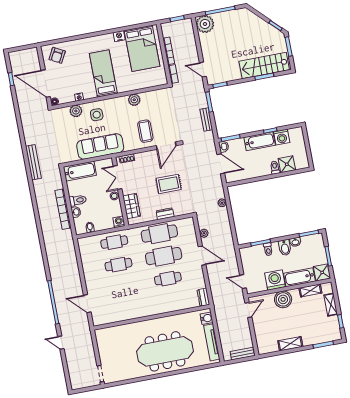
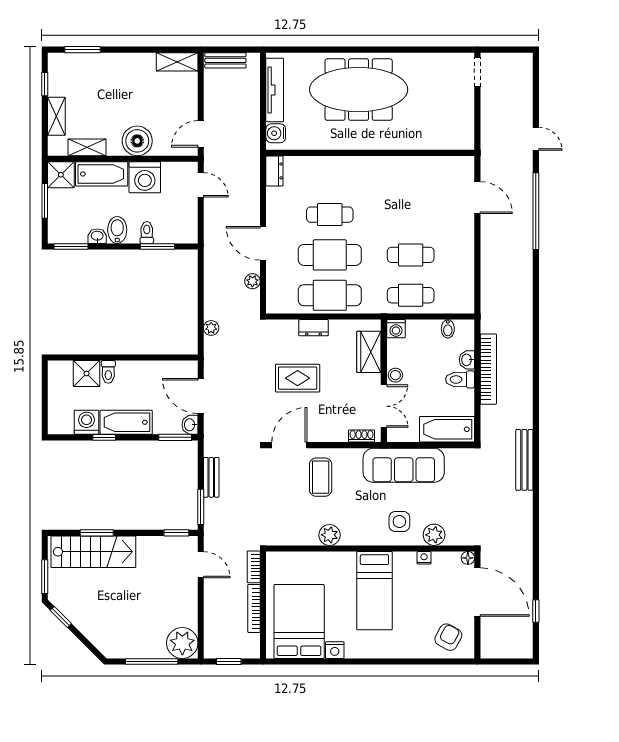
shelving: (290, 344) -> (177, 62), moved

